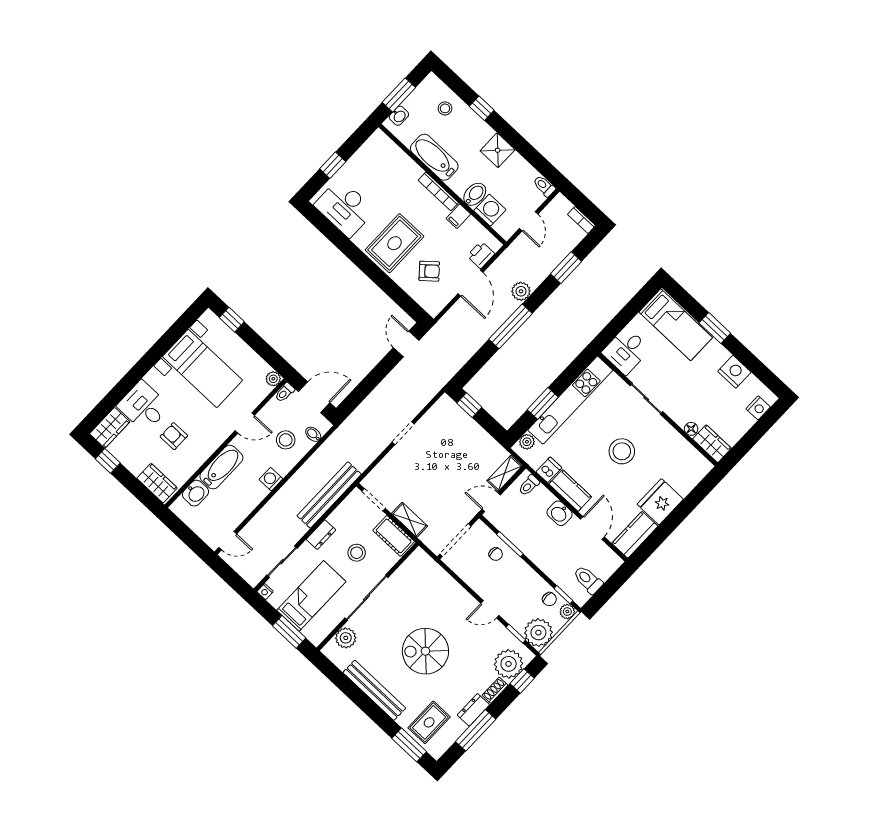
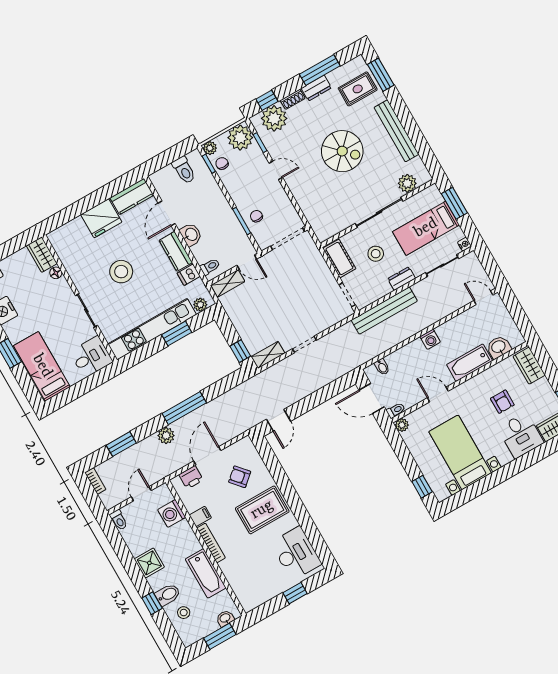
bidet: (475, 194) -> (168, 595), moved, turned 180
stool: (286, 440) -> (407, 369), removed
shelving: (410, 520) -> (268, 355), moved, turned 90

